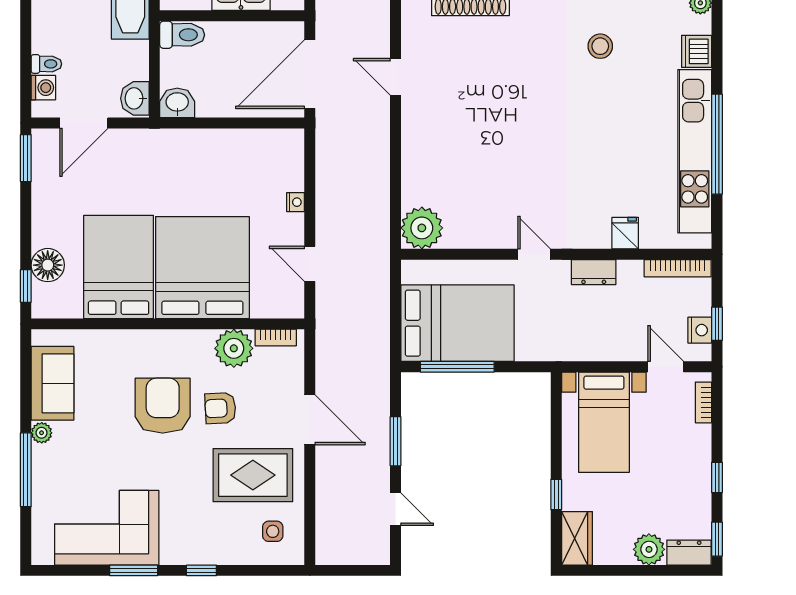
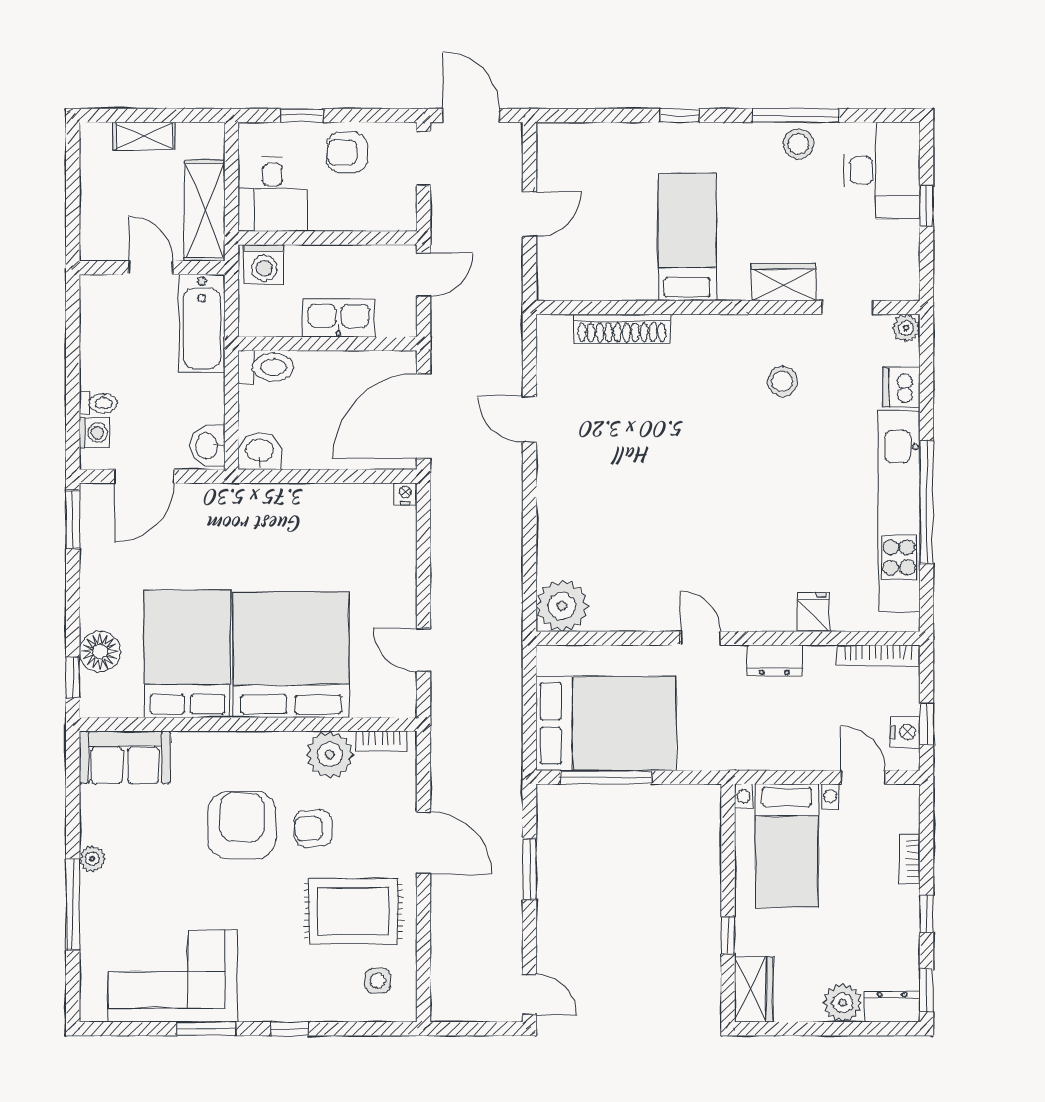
nightstand: (295, 202) -> (405, 494), moved, turned -90
sofa: (52, 383) -> (125, 757), moved, turned 90
bookcase: (703, 402) -> (910, 859), moved
door: (395, 509) -> (529, 994), moved

